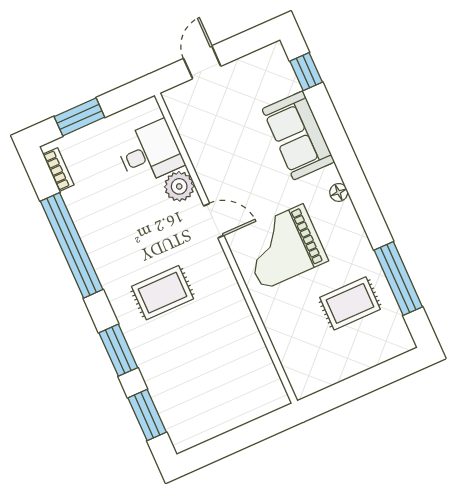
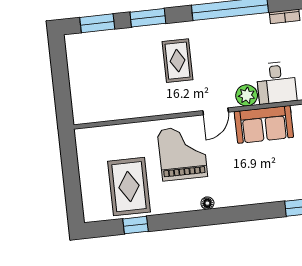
sofa: (298, 135) -> (264, 124), moved, turned 180
window: (398, 278) -> (135, 225), width x0.46
rug: (350, 303) -> (129, 187), width x1.36, depth x1.43

